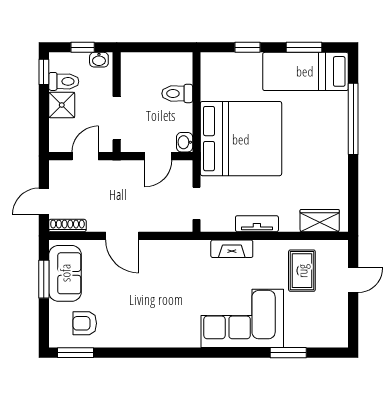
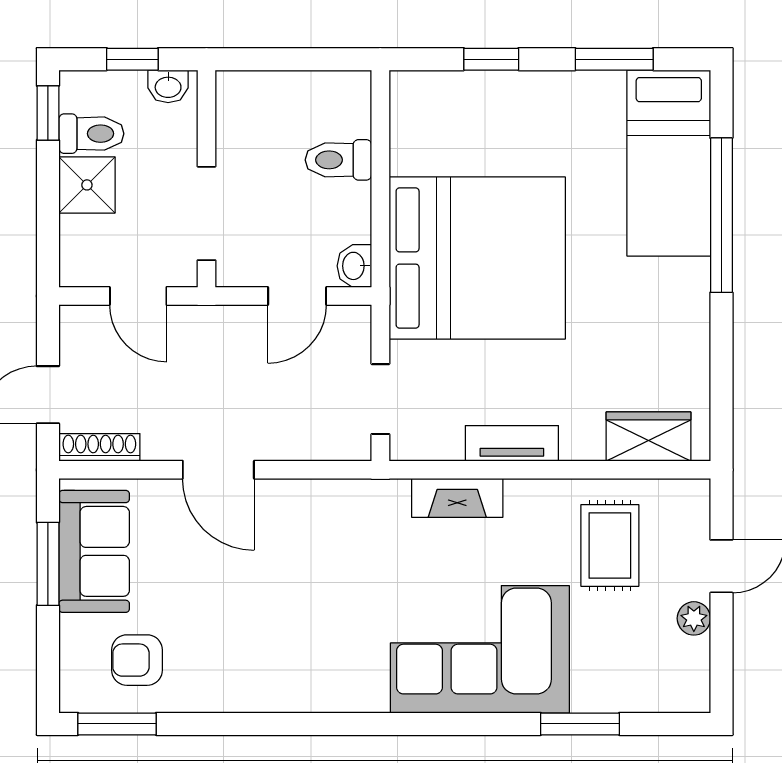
bed: (305, 71) -> (669, 163), moved, turned -90
door: (85, 156) -> (138, 296), swing flipped
plant: (341, 304) -> (694, 618), added

